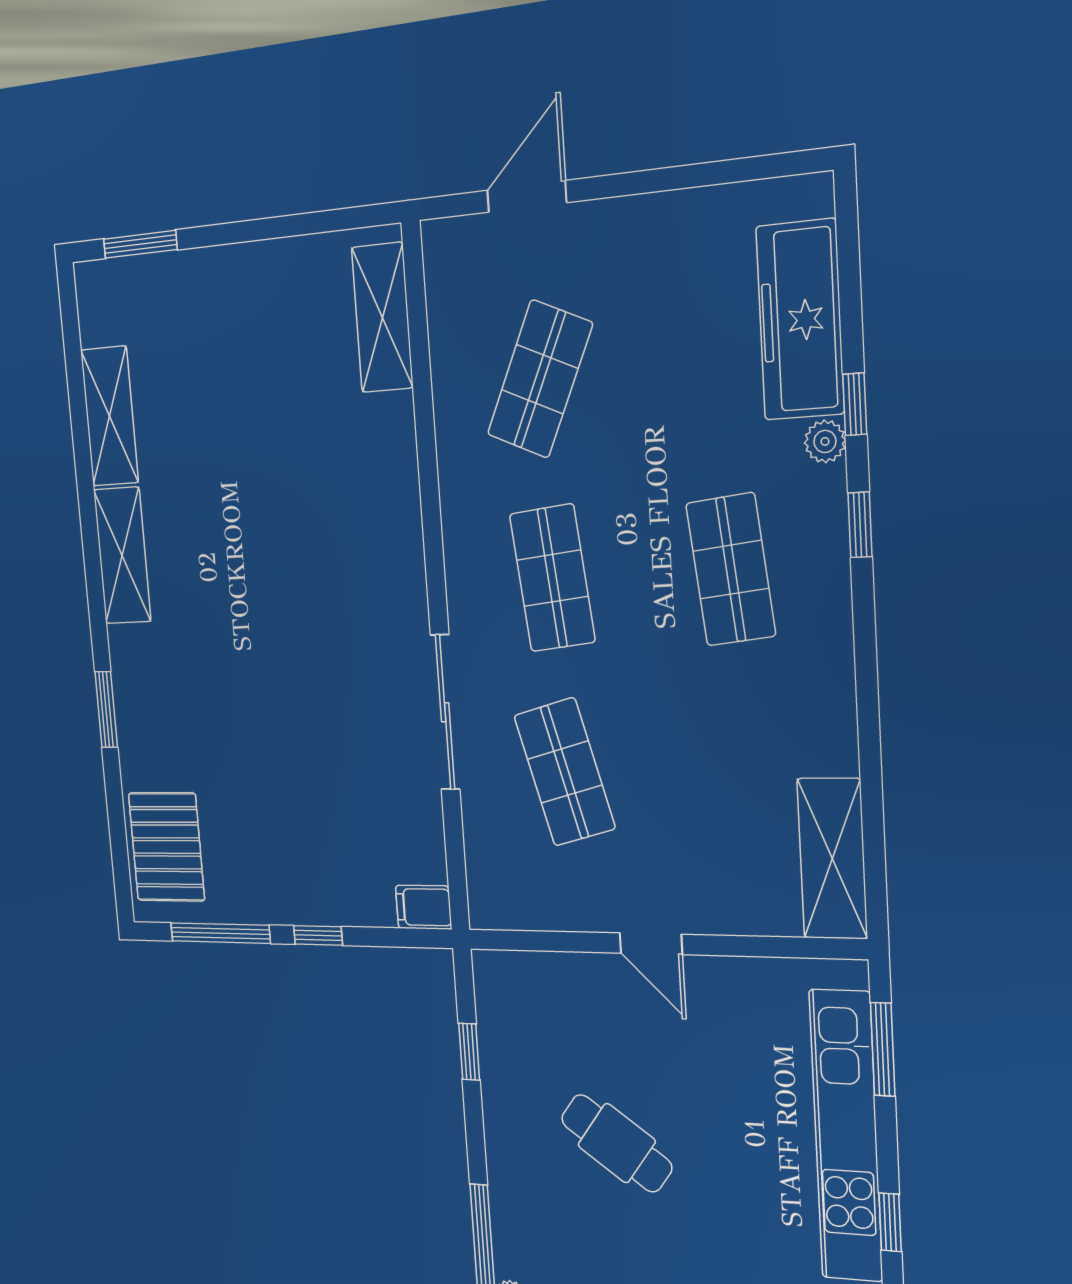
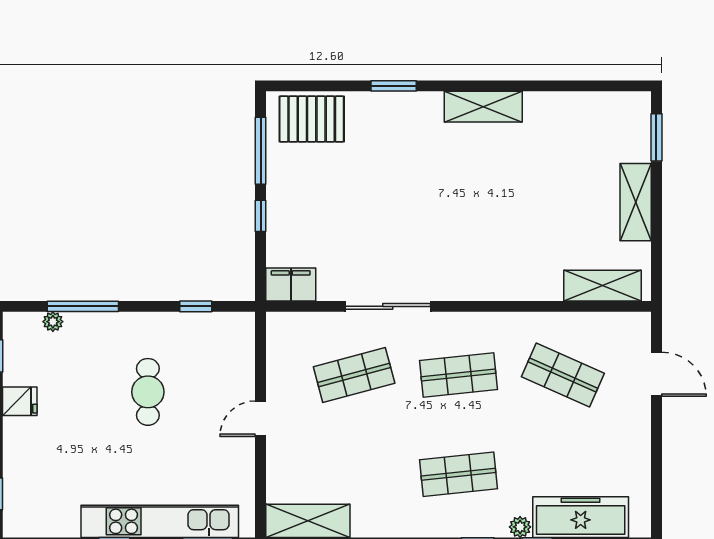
shelving: (110, 416) -> (636, 202), moved, turned 90
filing cabinet: (424, 907) -> (291, 285), width x2.00
cafe table: (617, 1143) -> (148, 392), turned -36

